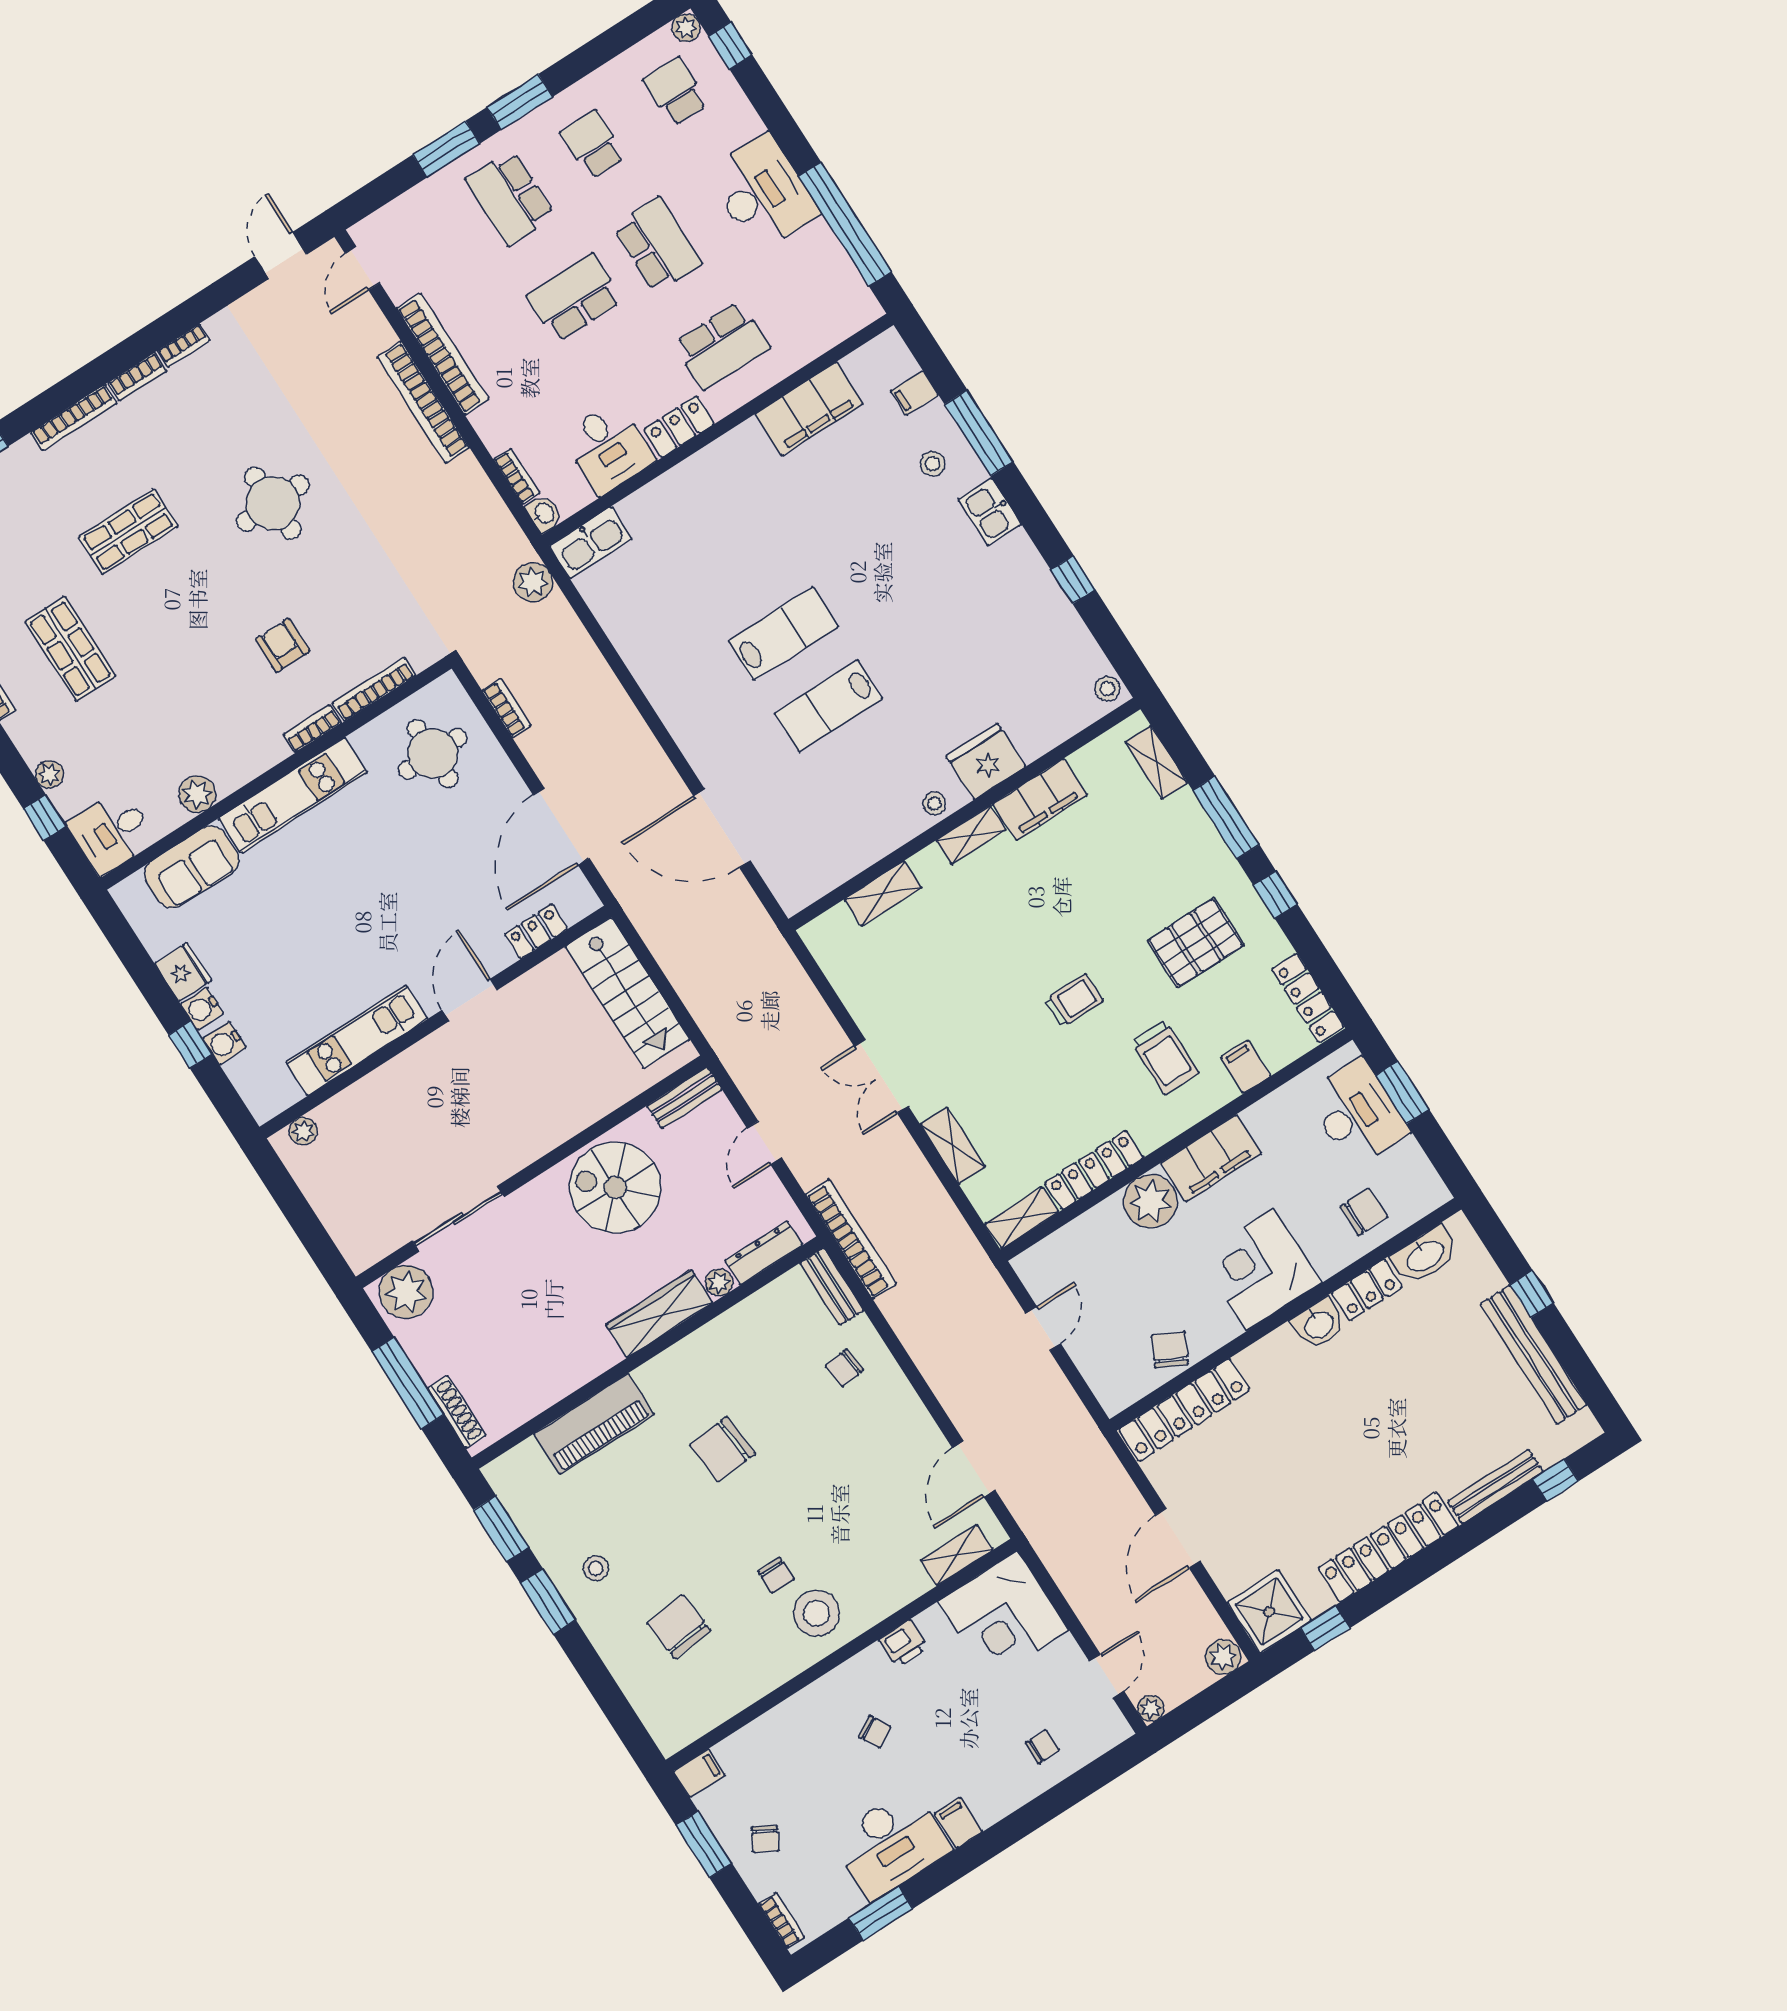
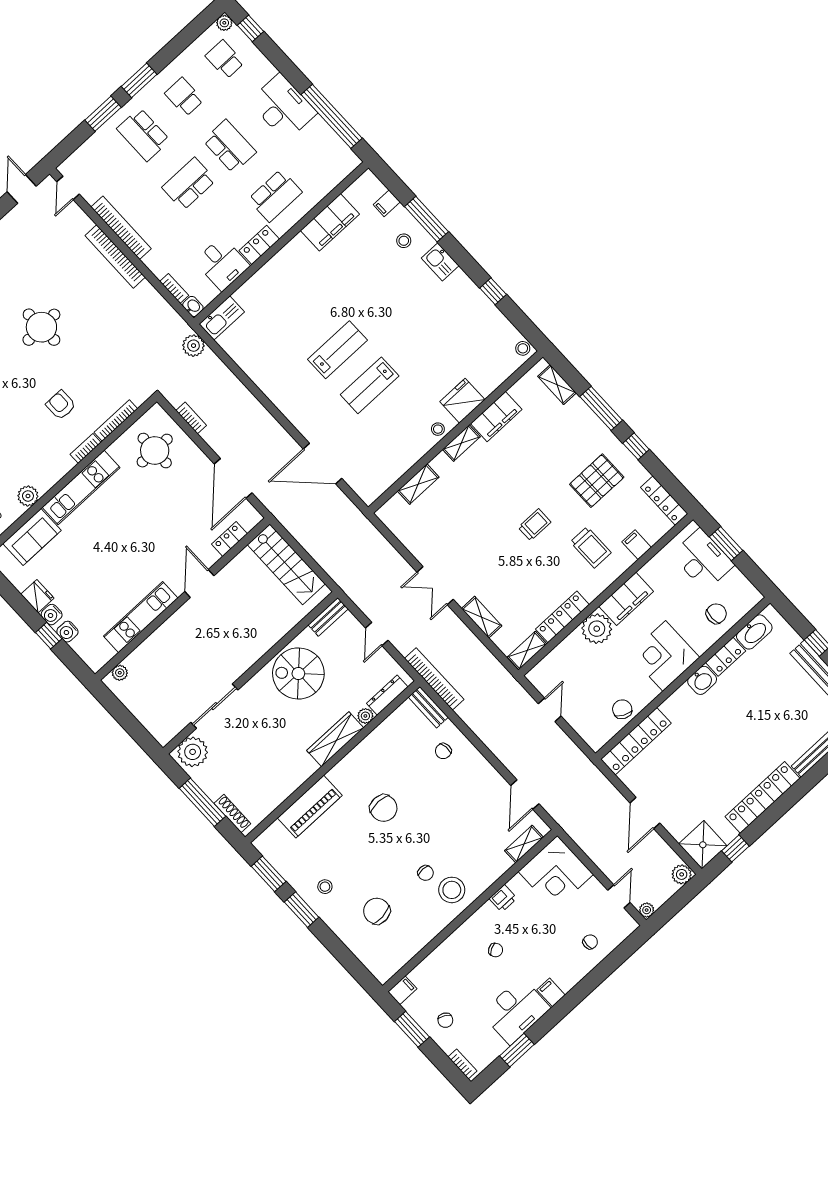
chair: (722, 1449) -> (384, 808), turned -85

